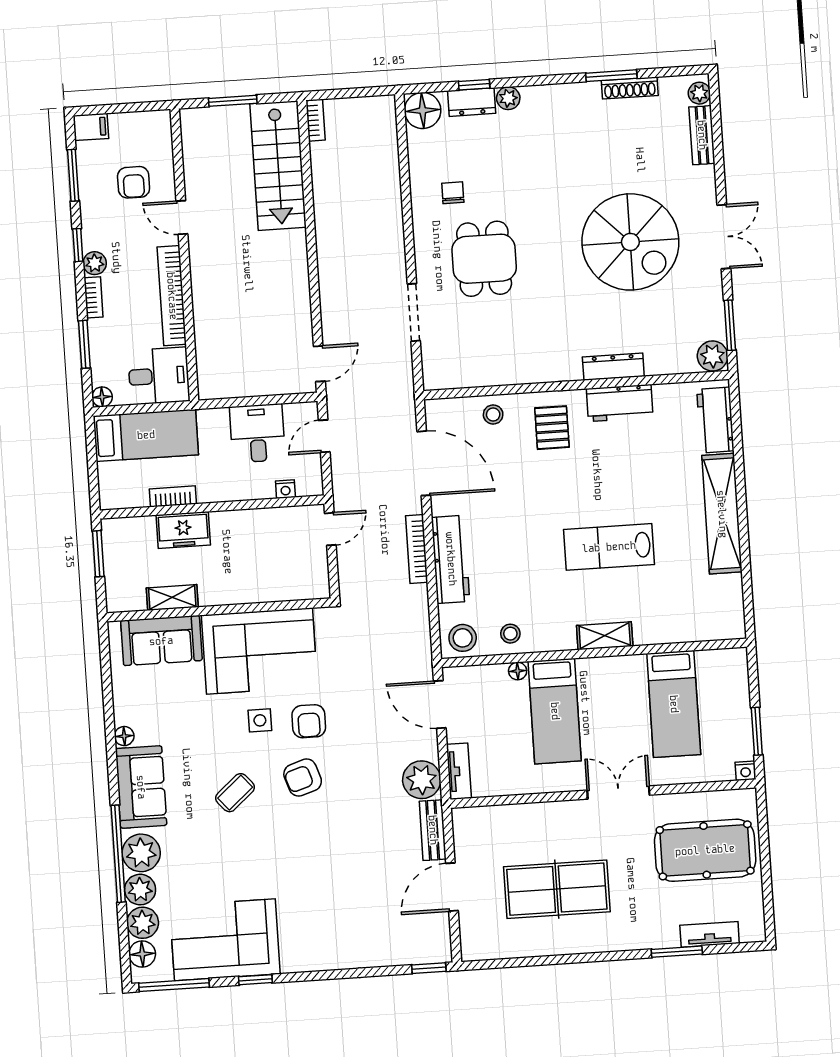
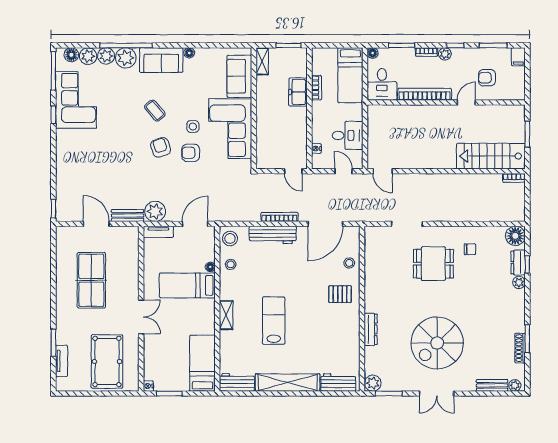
workbench: (620, 403) -> (237, 382), moved, turned 90
shelving: (172, 597) -> (262, 61), moved
bed: (674, 704) -> (202, 363), moved, turned 90

